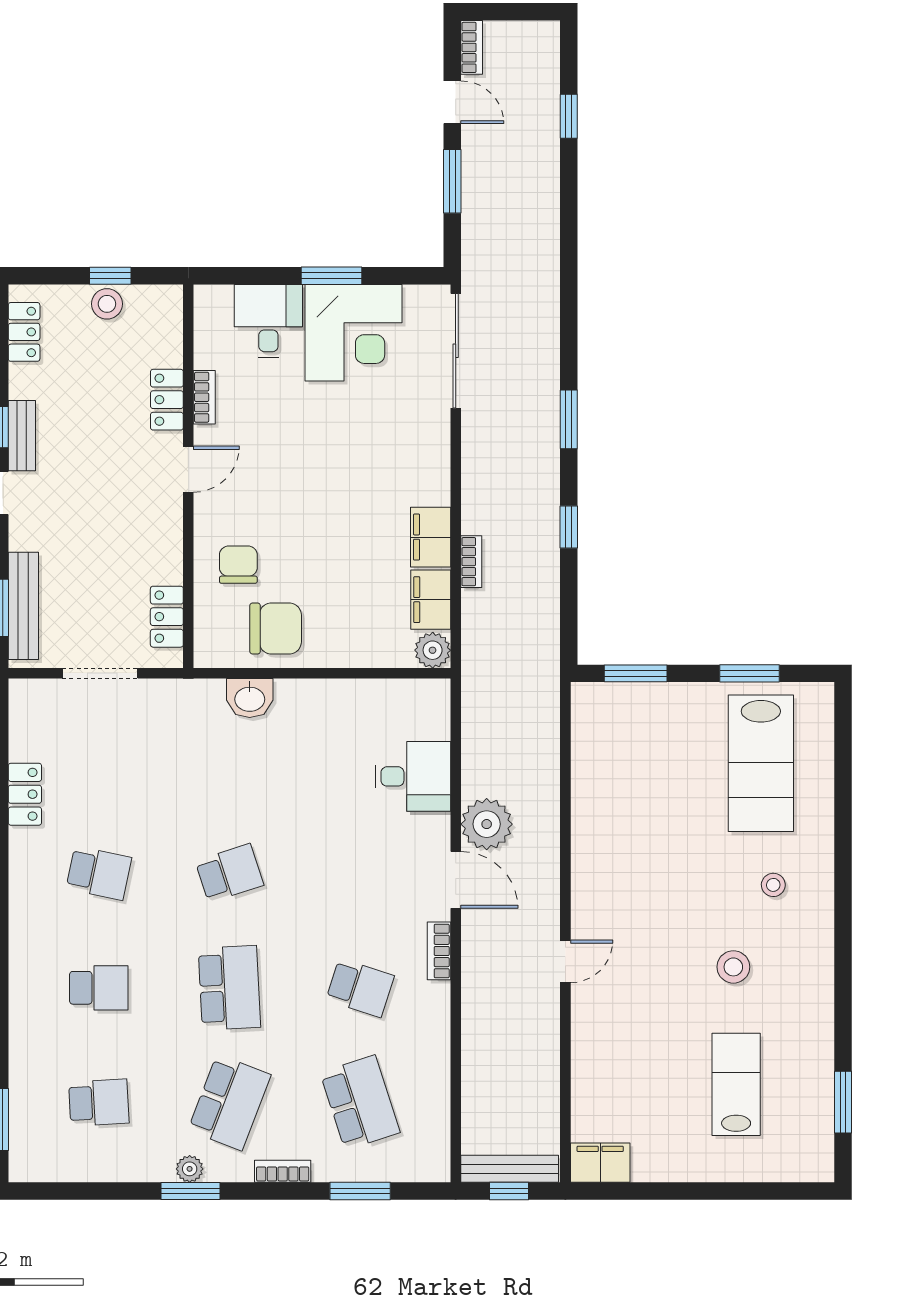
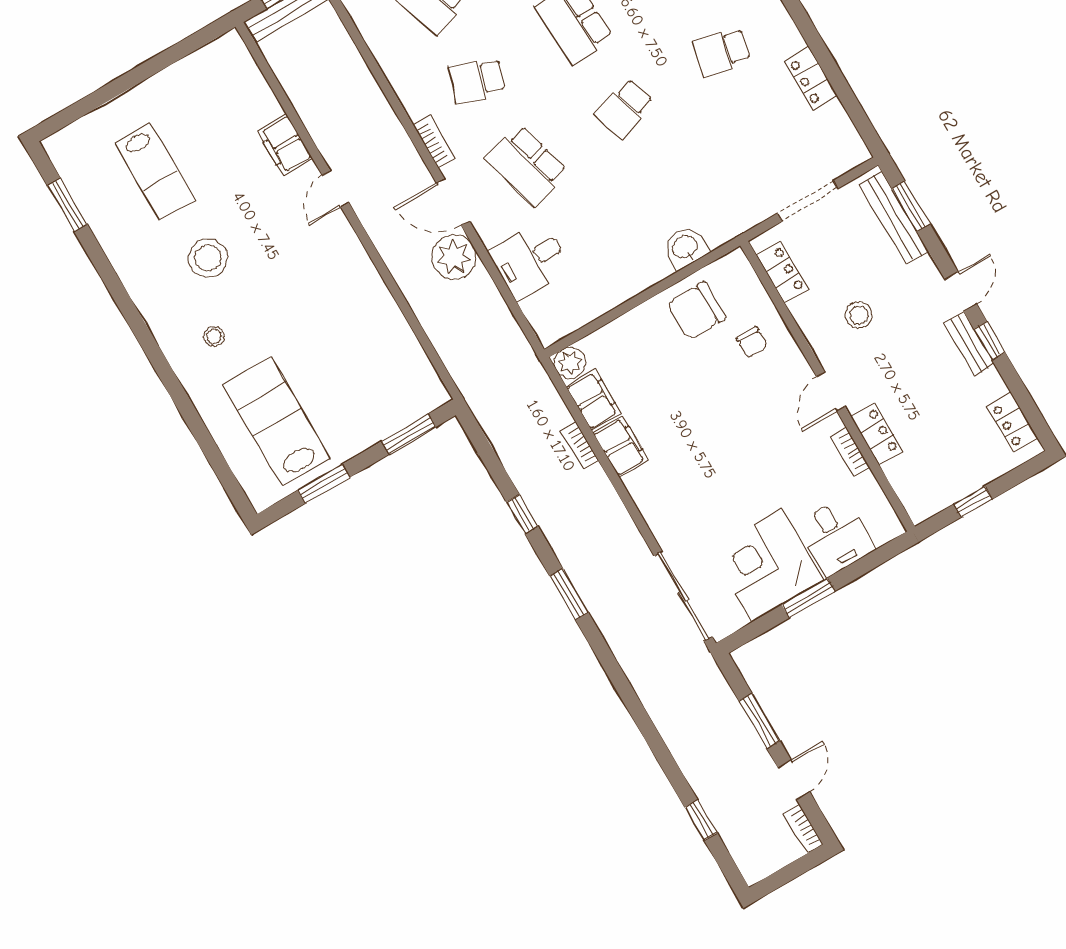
door: (452, 102) -> (794, 780), swing flipped
stool: (107, 304) -> (859, 315), moved
chair: (238, 565) -> (752, 342), width x0.73, depth x0.73
school desk: (360, 873) -> (527, 165), added
stool: (733, 967) -> (208, 258), width x1.38, depth x1.38
filing cabinet: (600, 1163) -> (285, 145), moved, turned 90

